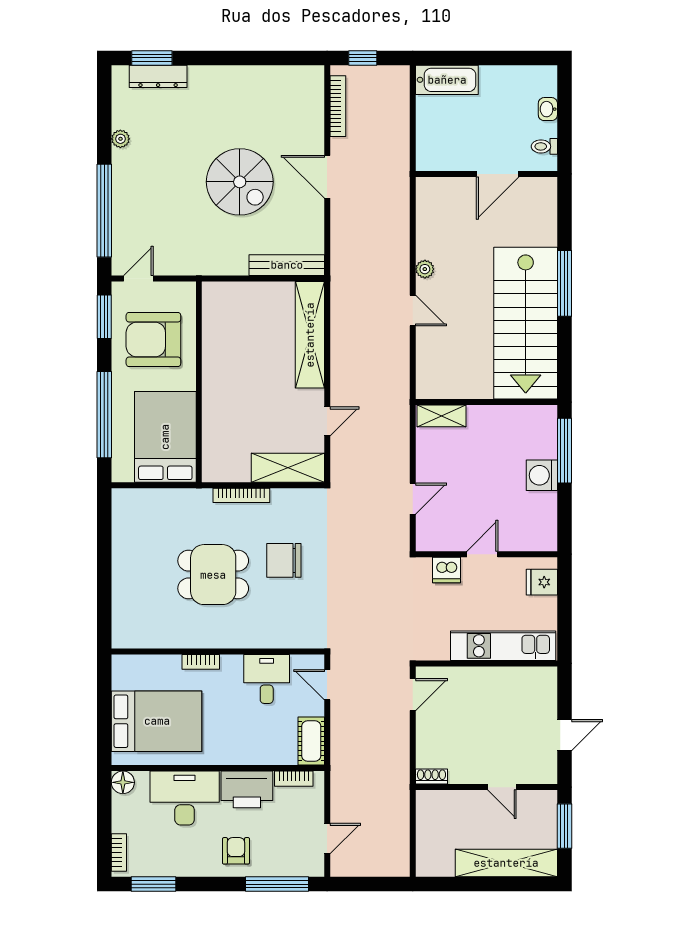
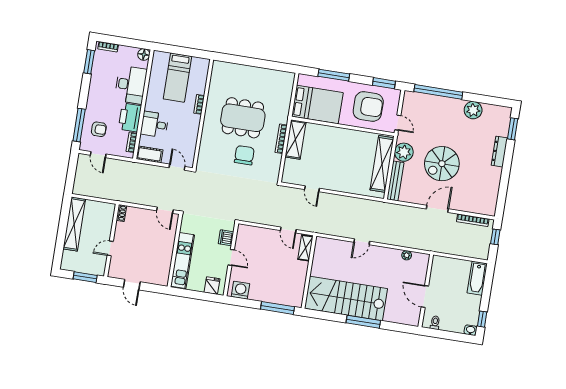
window: (523, 58) -> (482, 319), added
dresser: (158, 76) -> (499, 152), moved
washbasin: (548, 109) -> (470, 330), moved
plant: (120, 139) -> (473, 110), width x1.88, depth x1.88
plant: (229, 258) -> (404, 152), added
plant: (425, 269) -> (407, 255), moved
door: (138, 278) -> (398, 123), moved
shelving: (310, 335) -> (382, 164), moved, turned 90
armchair: (153, 340) -> (368, 106), turned 90
window: (104, 415) -> (334, 75), width x0.68
shelving: (288, 468) -> (295, 139), moved
washing machine: (542, 475) -> (240, 290), moved
door: (413, 499) -> (288, 230), moved
dining table: (213, 575) -> (243, 118), width x1.37
desk: (267, 679) -> (154, 124), moved, turned 180
door: (327, 685) -> (177, 167), hinge flipped
bed: (157, 721) -> (178, 78), width x0.67
armchair: (236, 851) -> (99, 129), moved
shelving: (506, 863) -> (74, 224), moved

